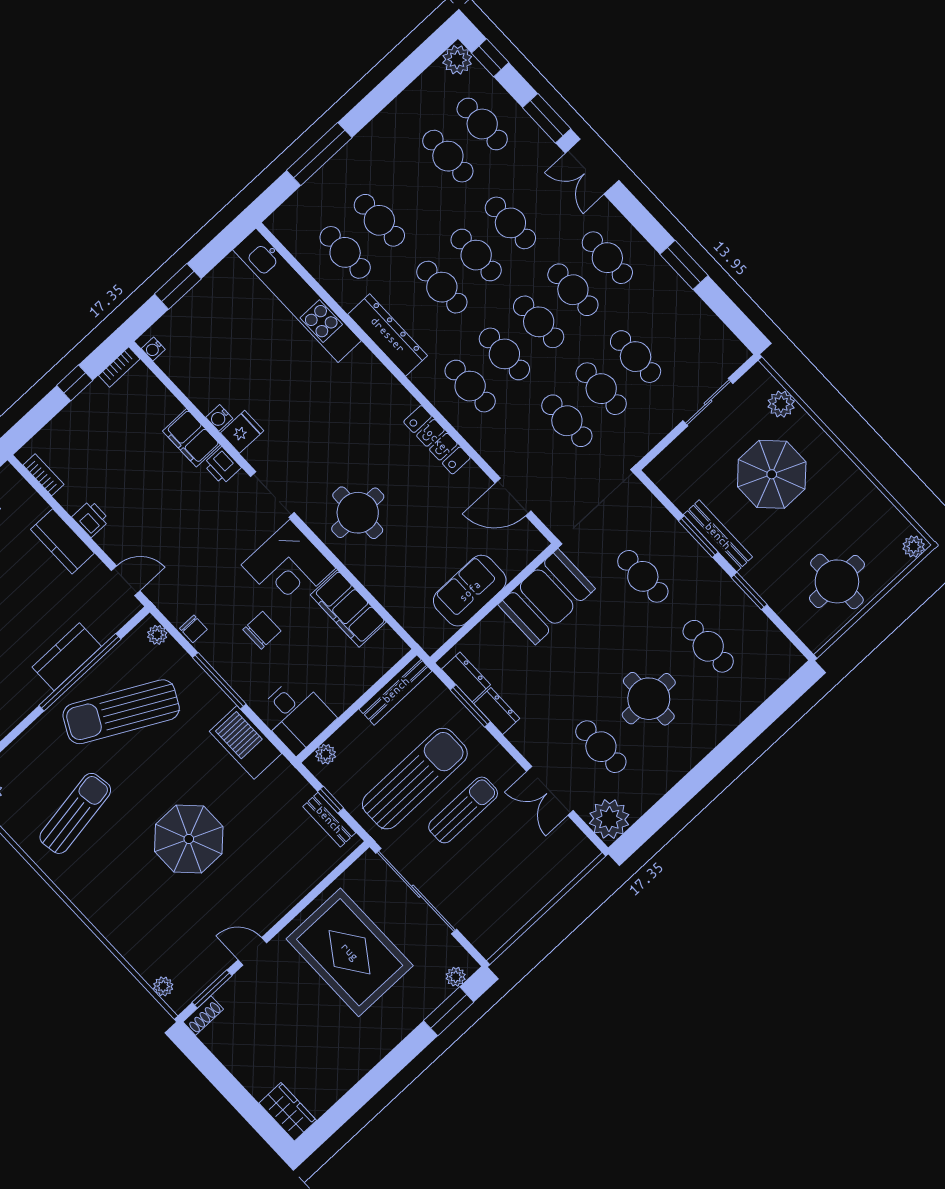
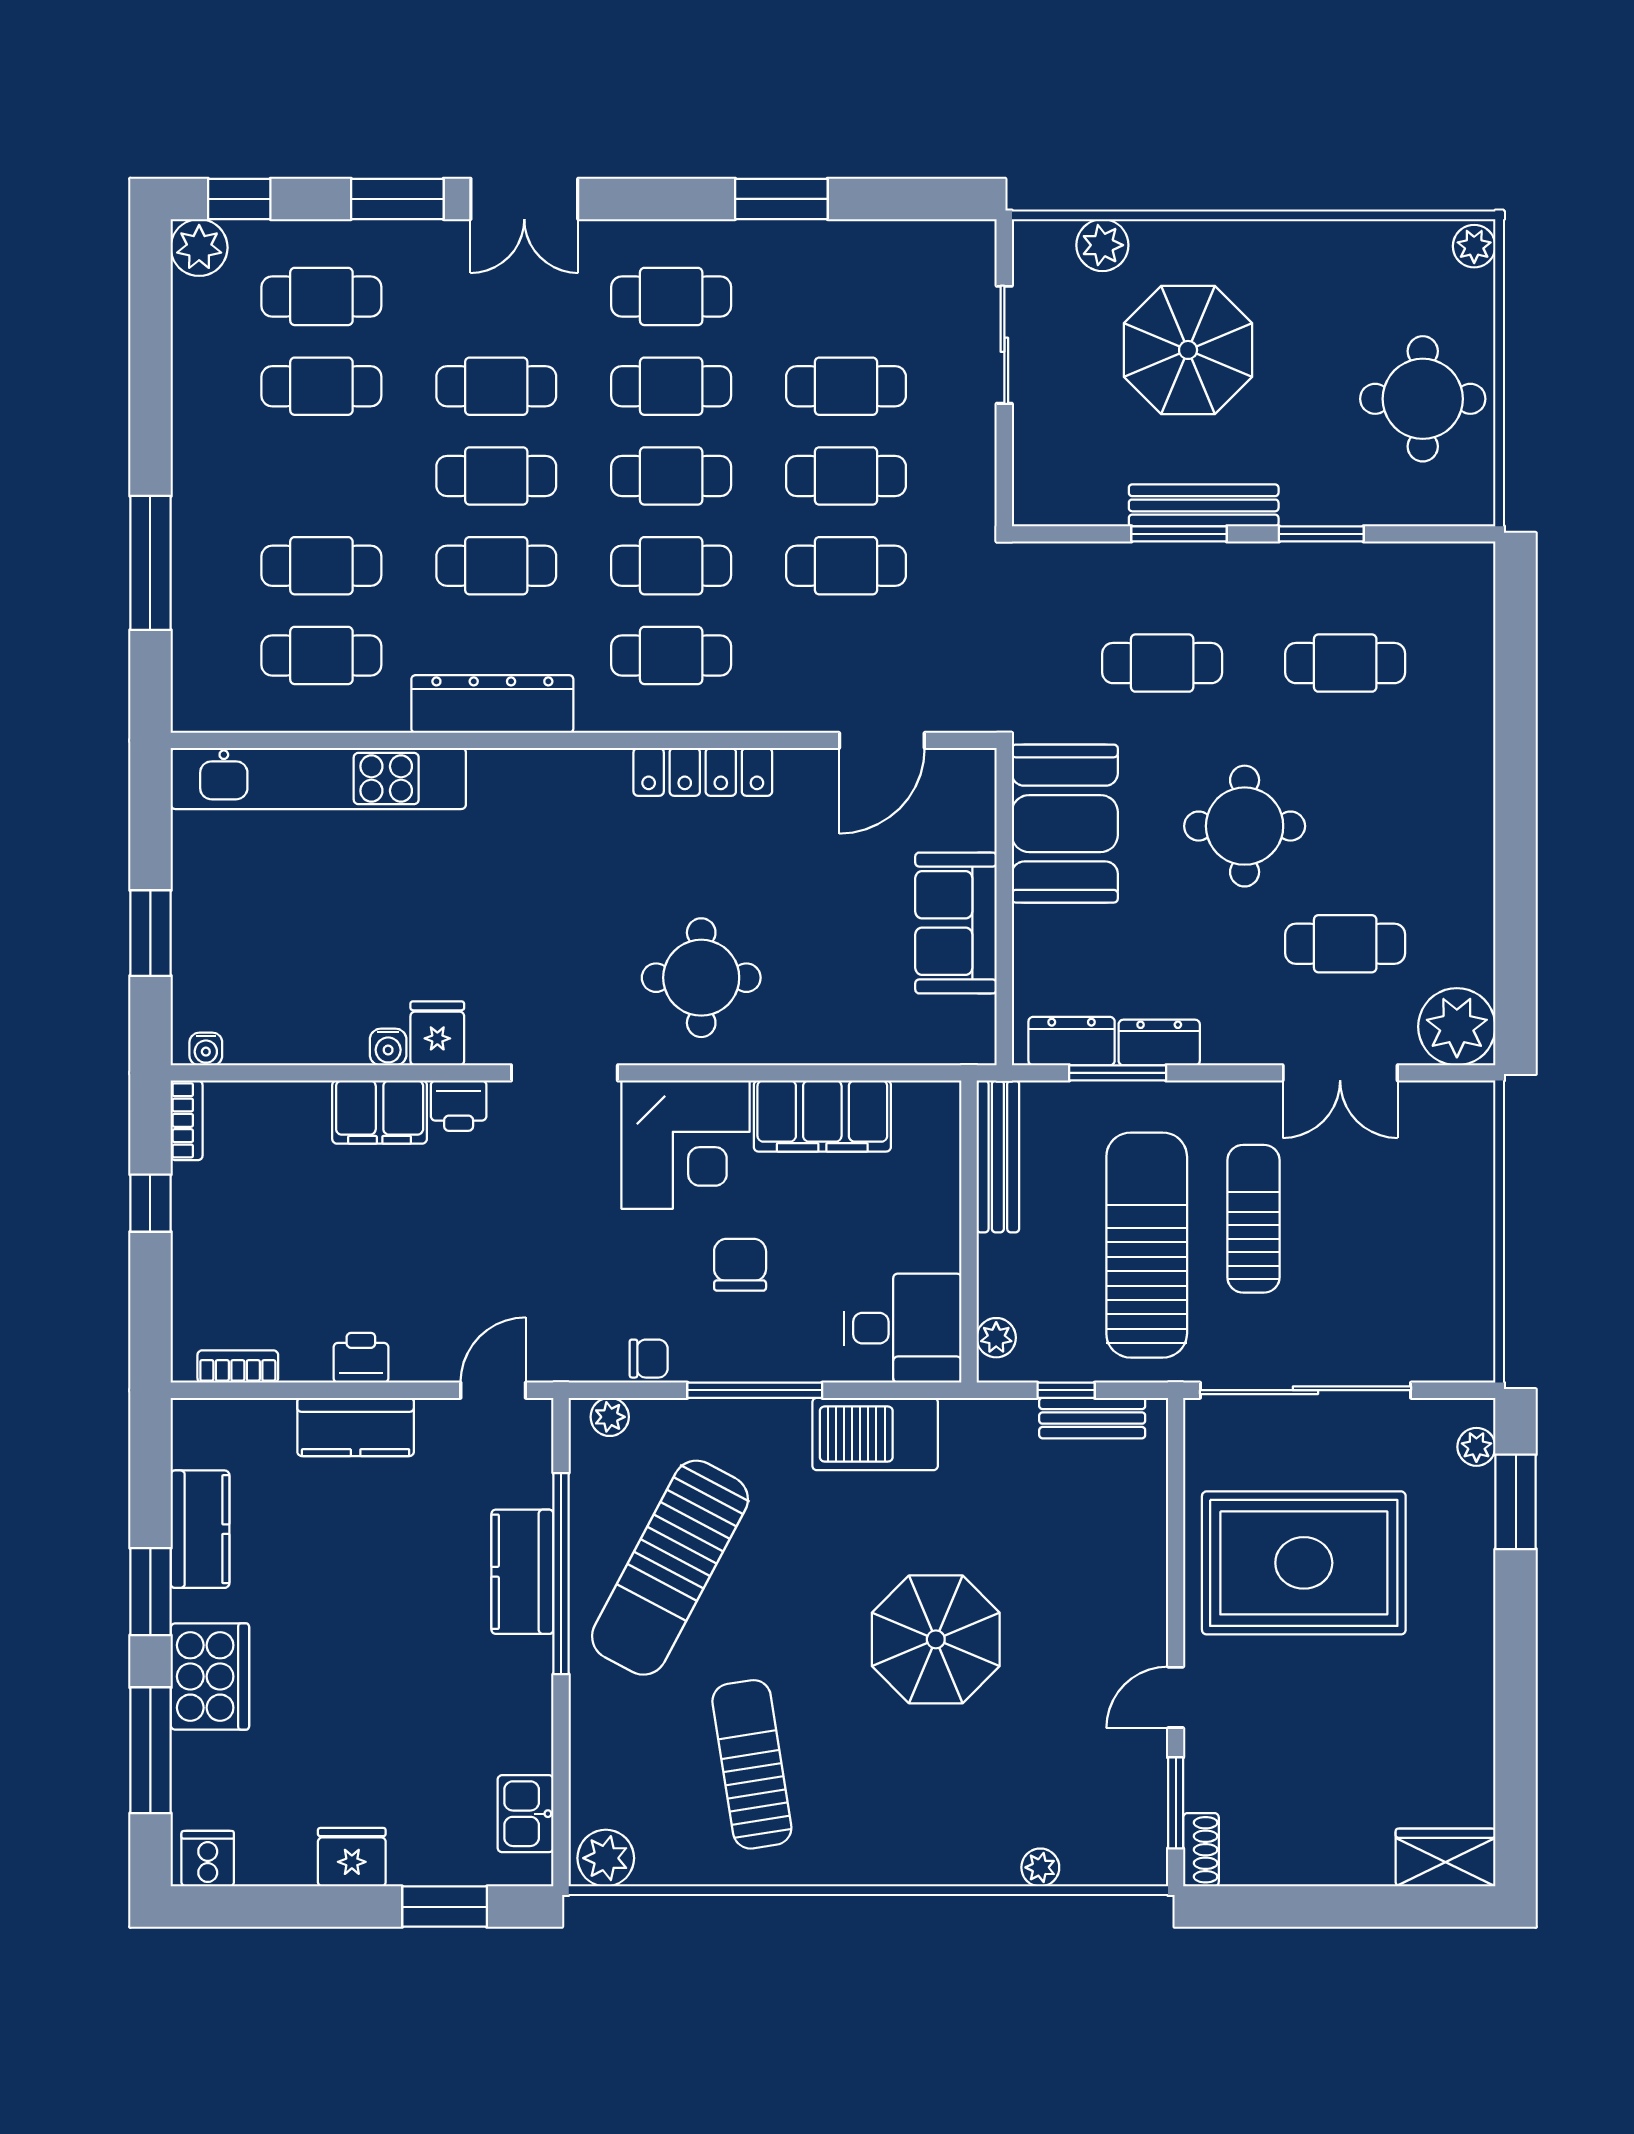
round table: (649, 699) -> (1245, 826), moved
plant: (163, 986) -> (1040, 1867), moved

